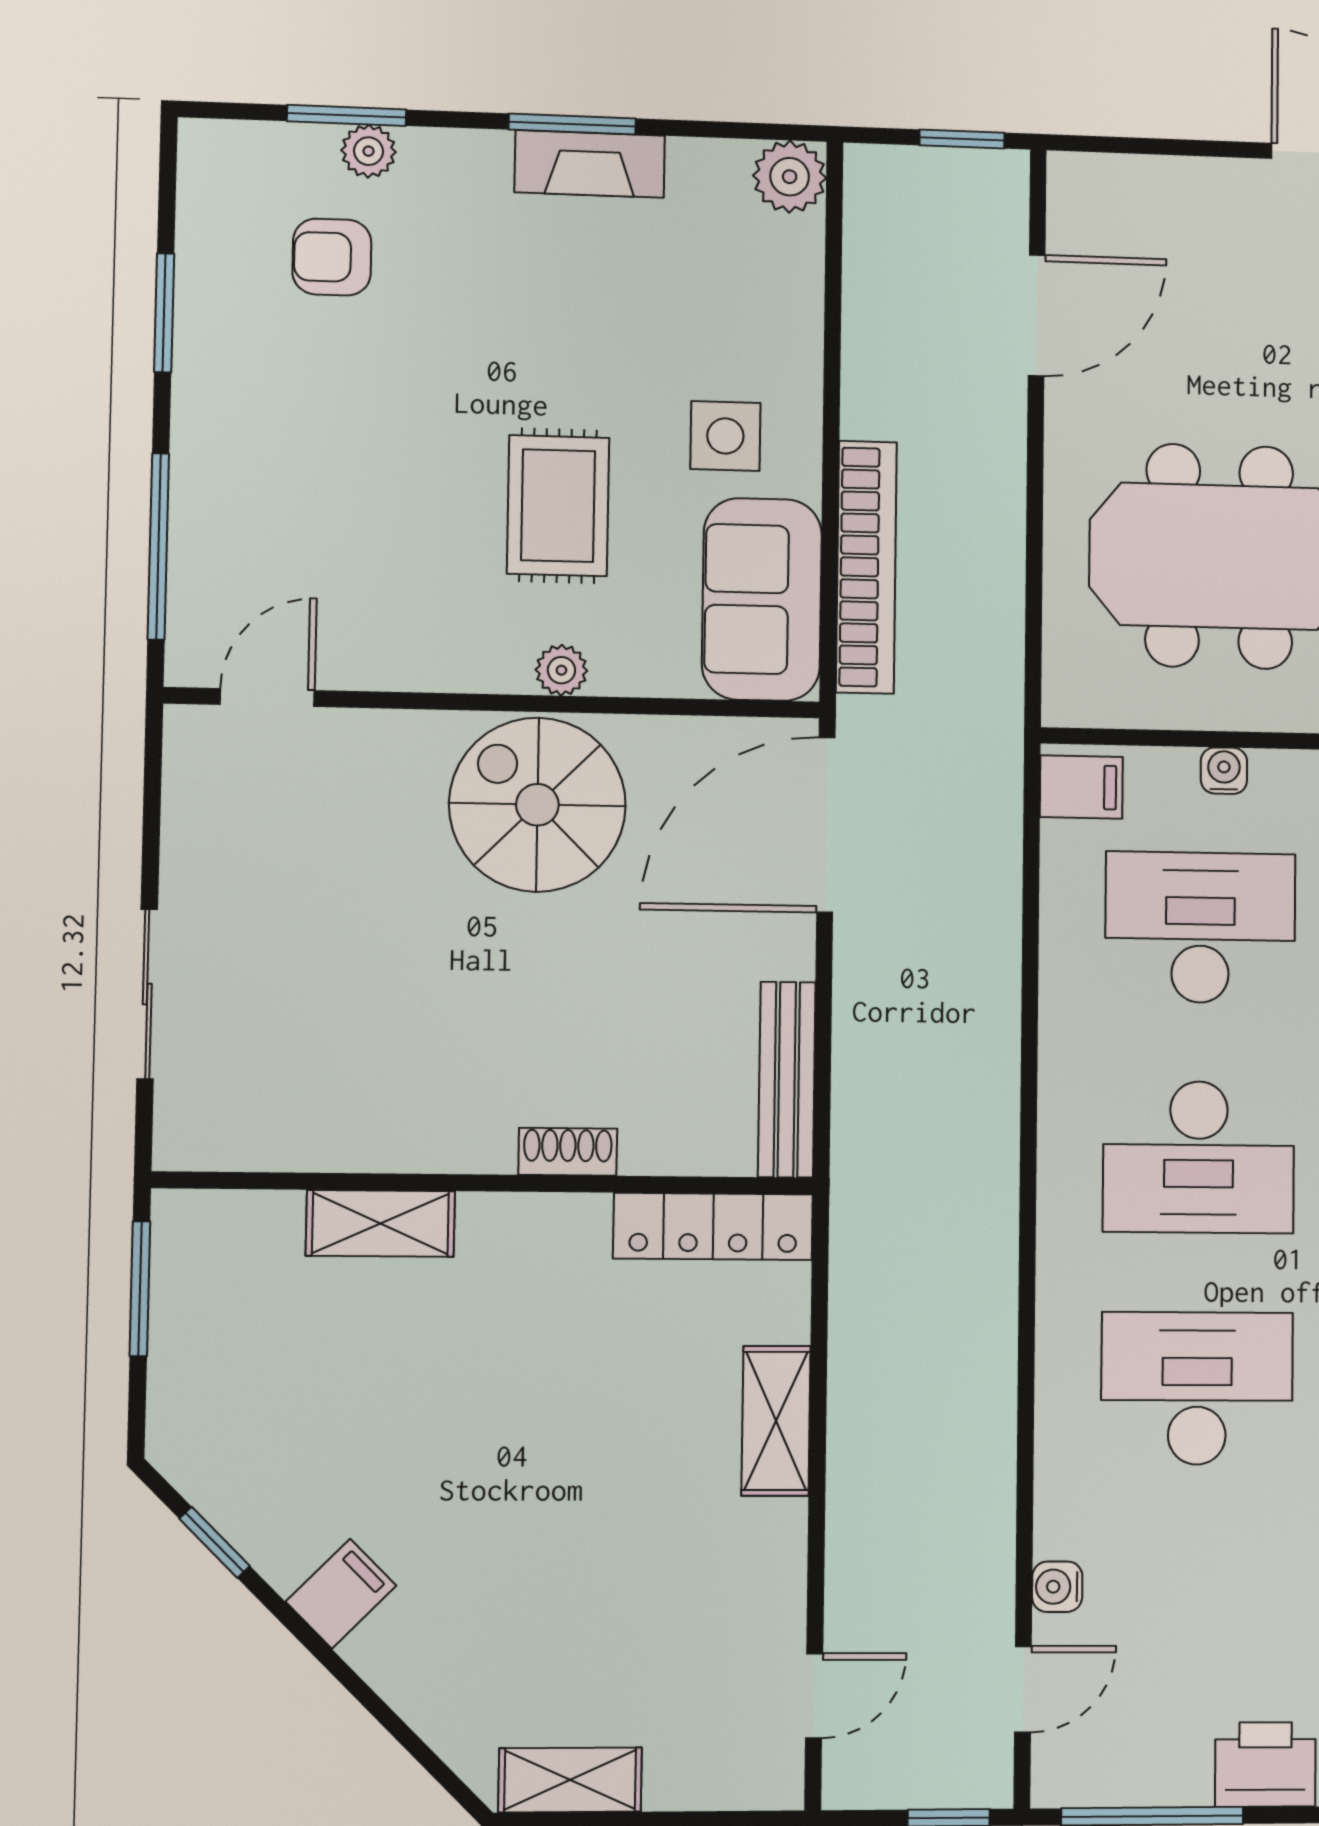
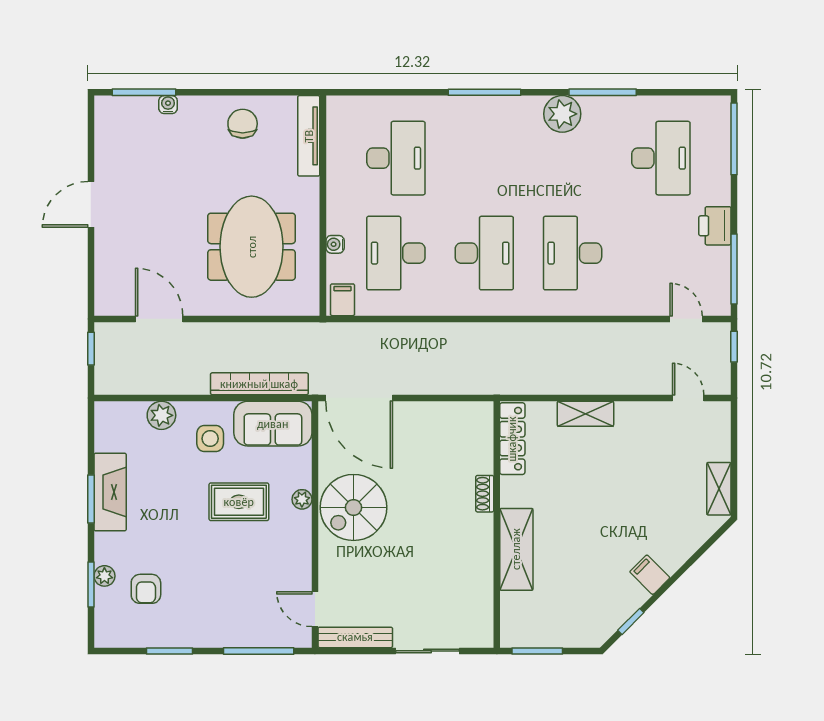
fireplace: (590, 164) -> (110, 492), width x1.37, depth x1.32
plant: (790, 177) -> (161, 415), moved
bench: (787, 1080) -> (355, 637), moved
shelving: (380, 1223) -> (516, 549), width x1.50, depth x1.33
water cooler: (1057, 1587) -> (648, 306), removed

